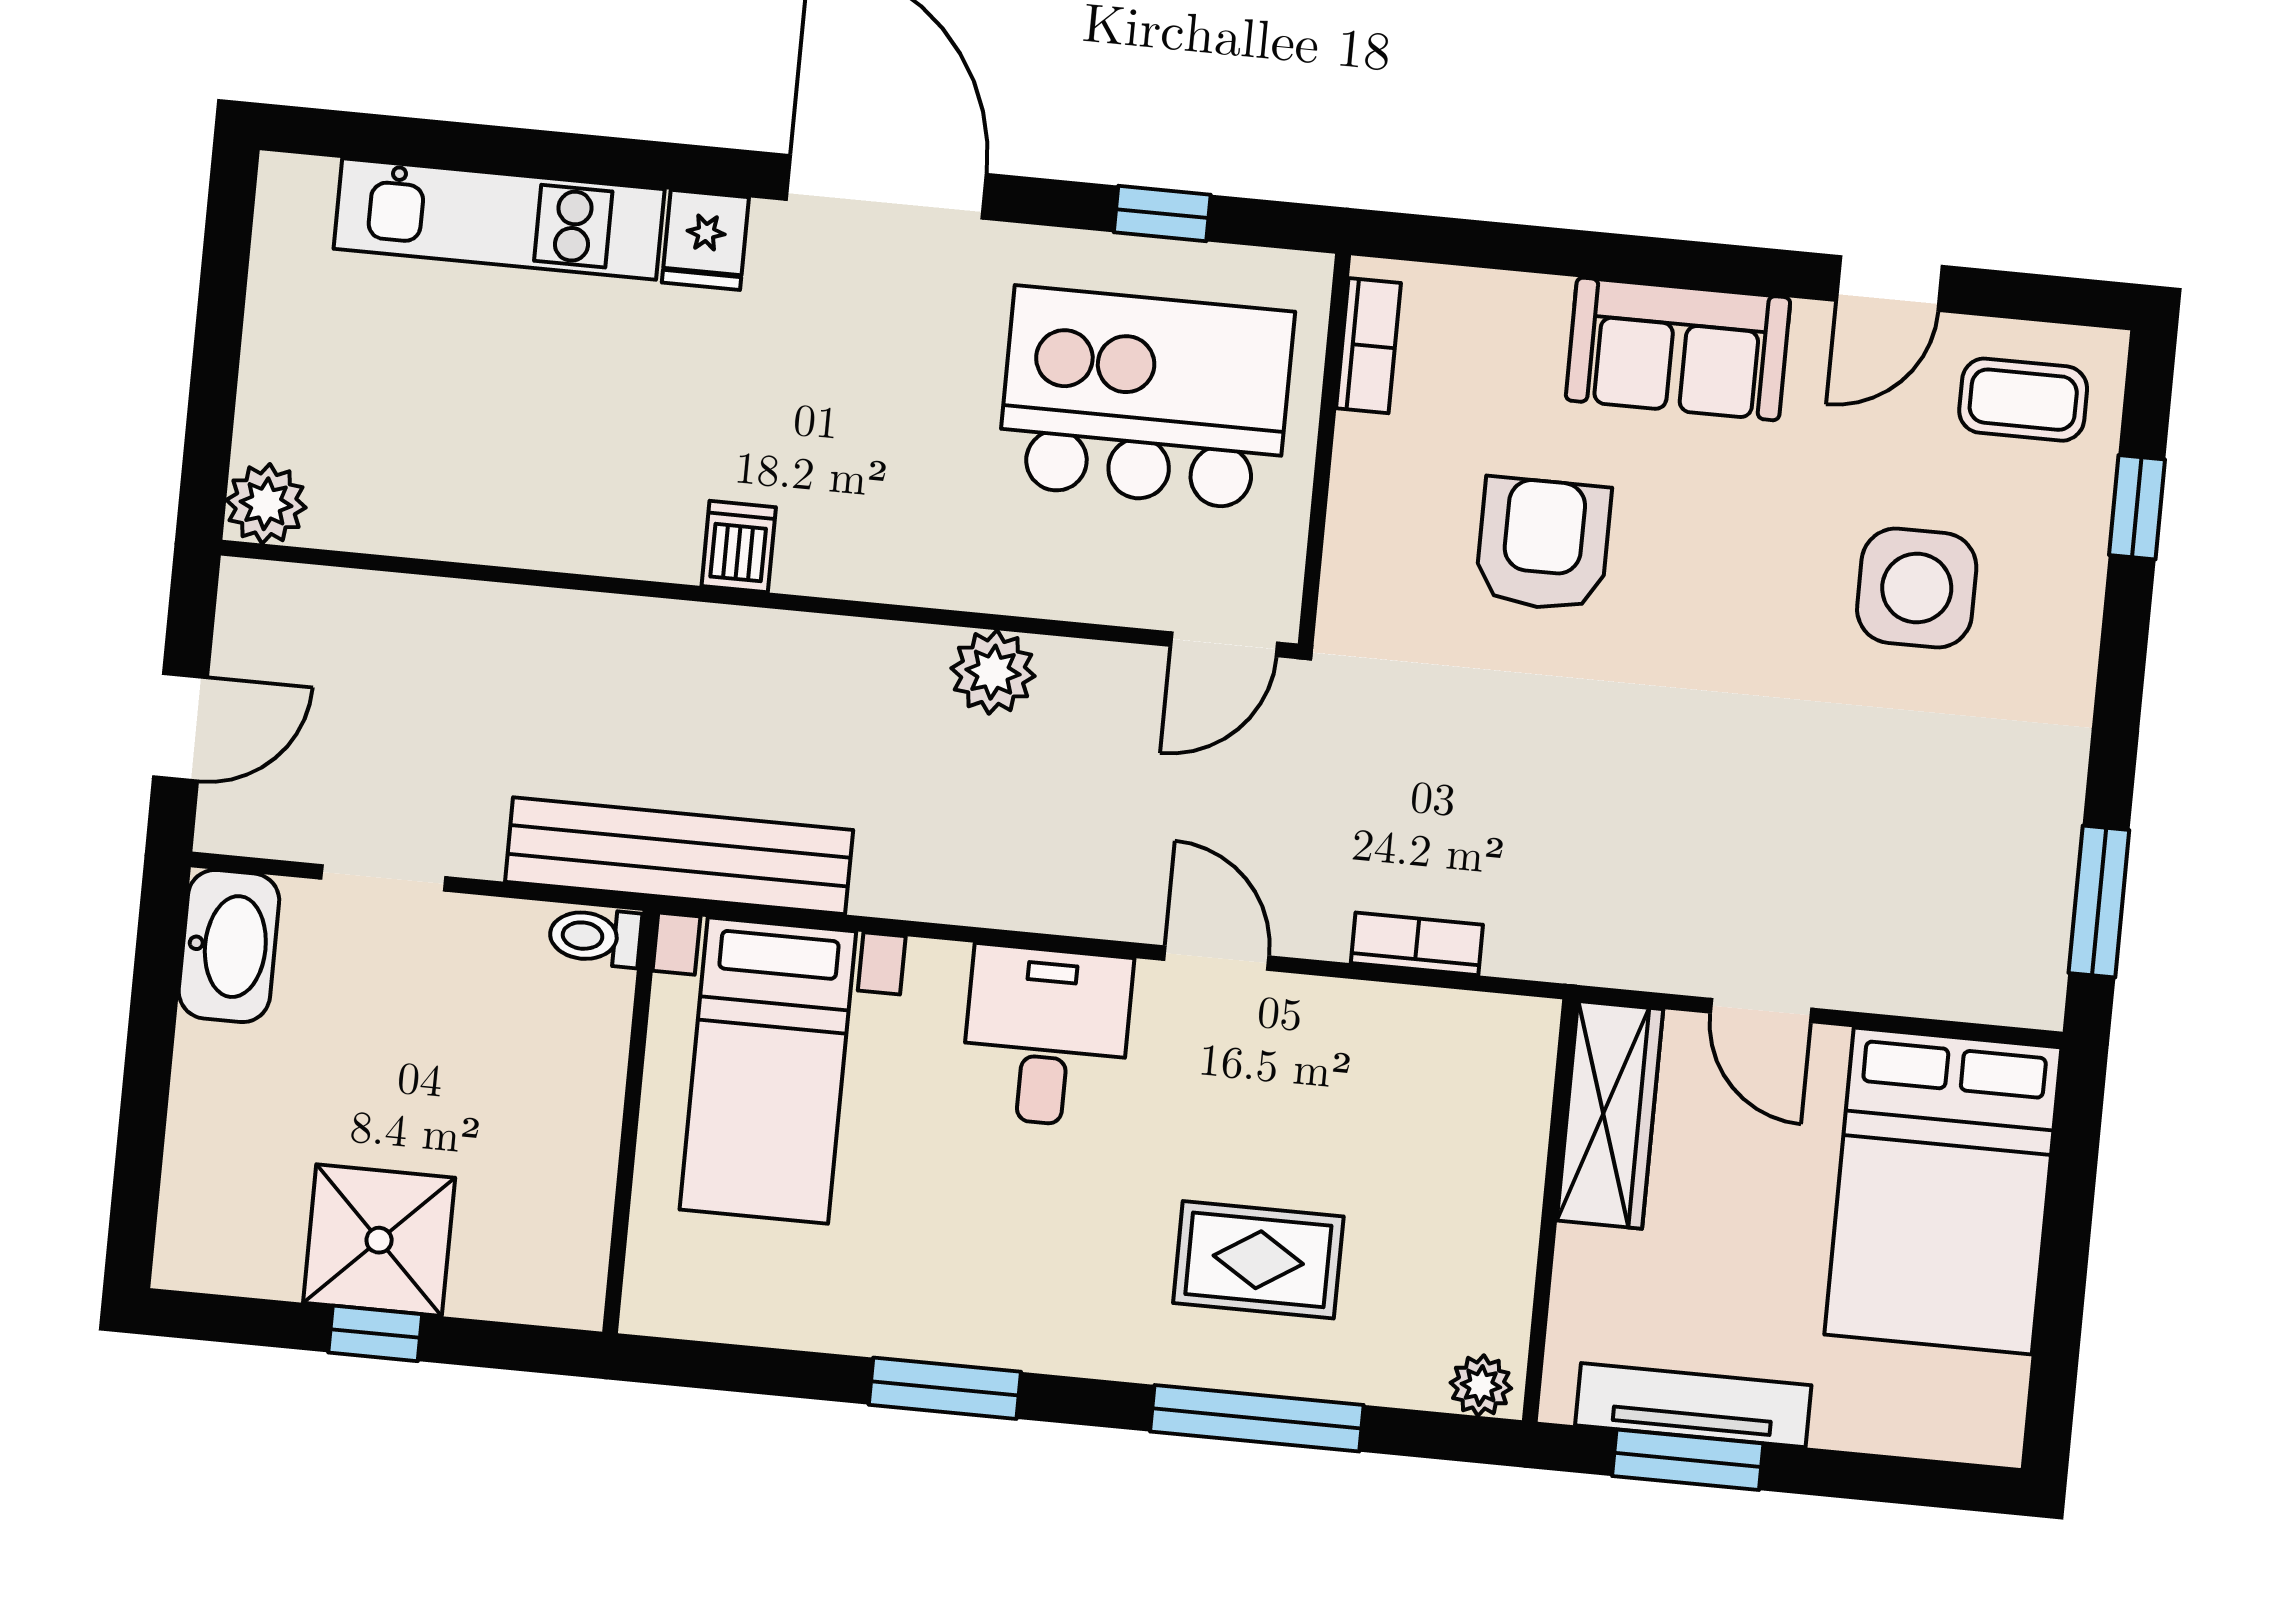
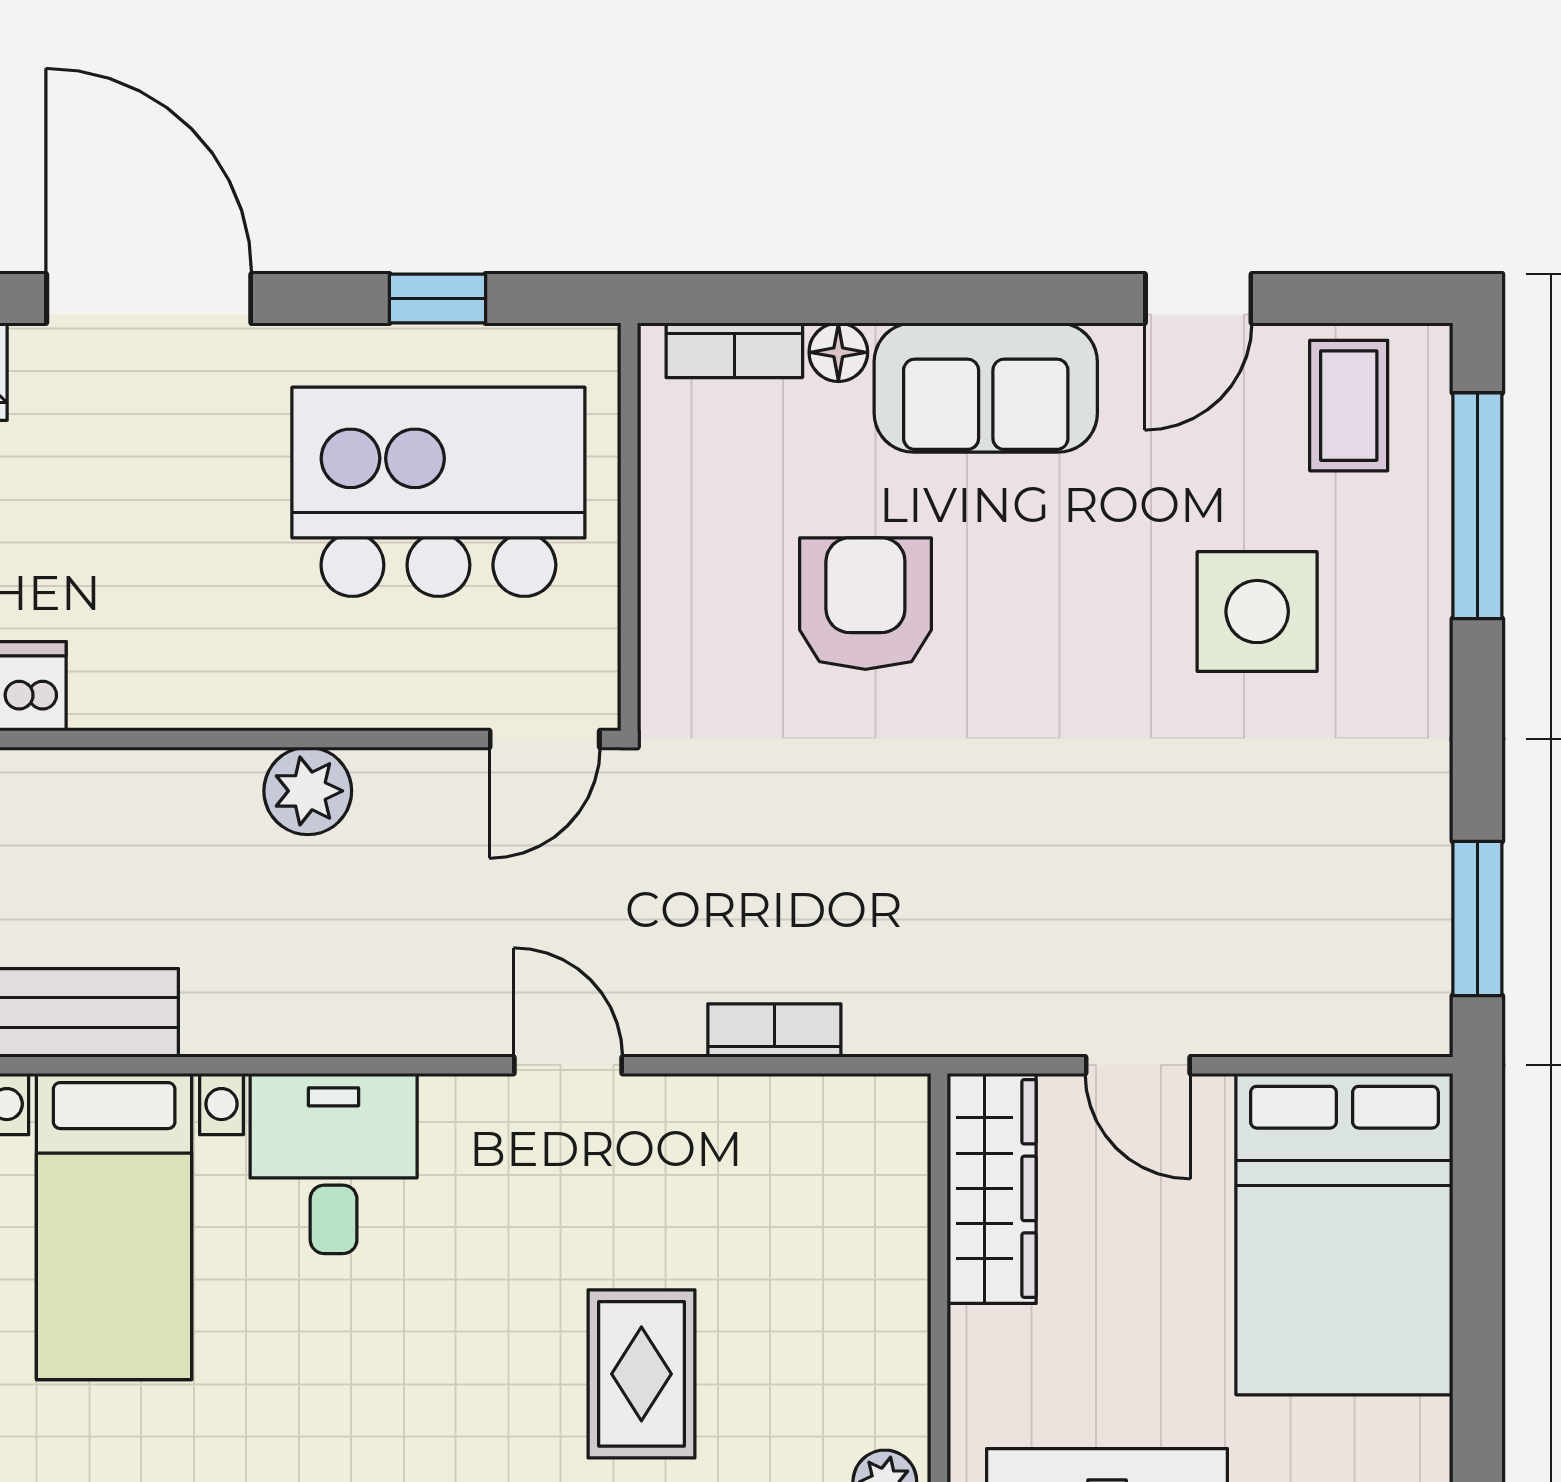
floor lamp: (1540, 302) -> (838, 352), added
bookcase: (1369, 346) -> (734, 350), moved, turned 90
coffee table: (2023, 400) -> (1349, 406), turned 90
window: (2137, 507) -> (1477, 506), width x2.17
desk: (1046, 1036) -> (334, 1163), moved
rug: (1258, 1260) -> (641, 1374), turned 90

